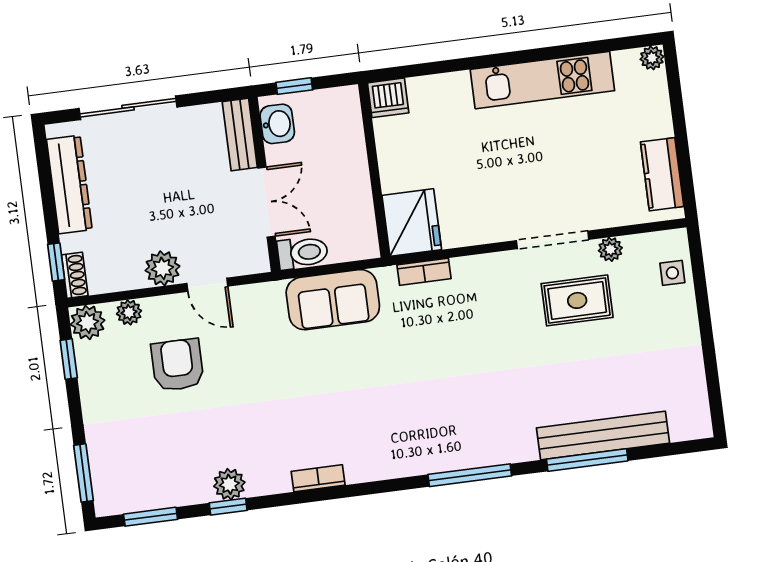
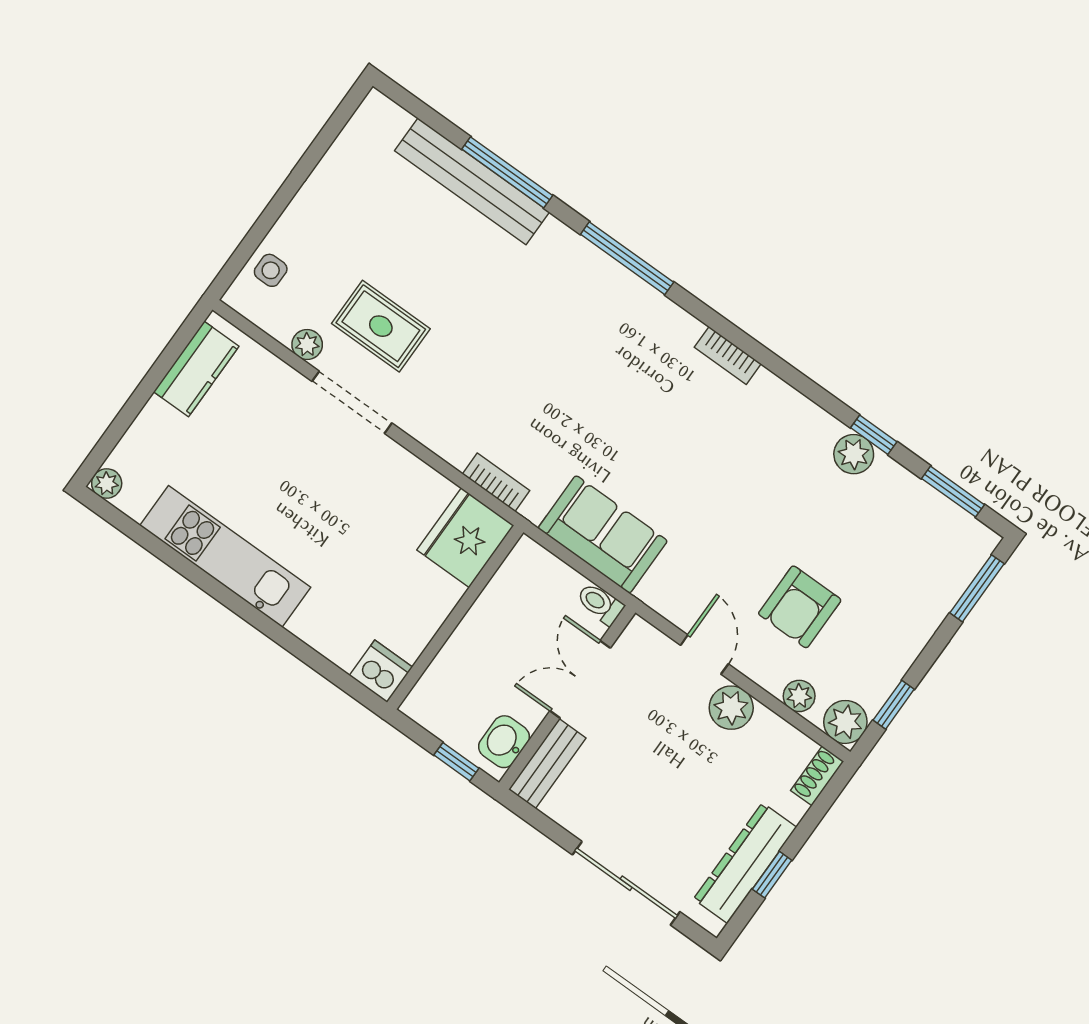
toilet: (303, 253) -> (600, 604), width x0.73, depth x0.72
window: (56, 262) -> (772, 875), moved
bookcase: (318, 478) -> (728, 355), moved

